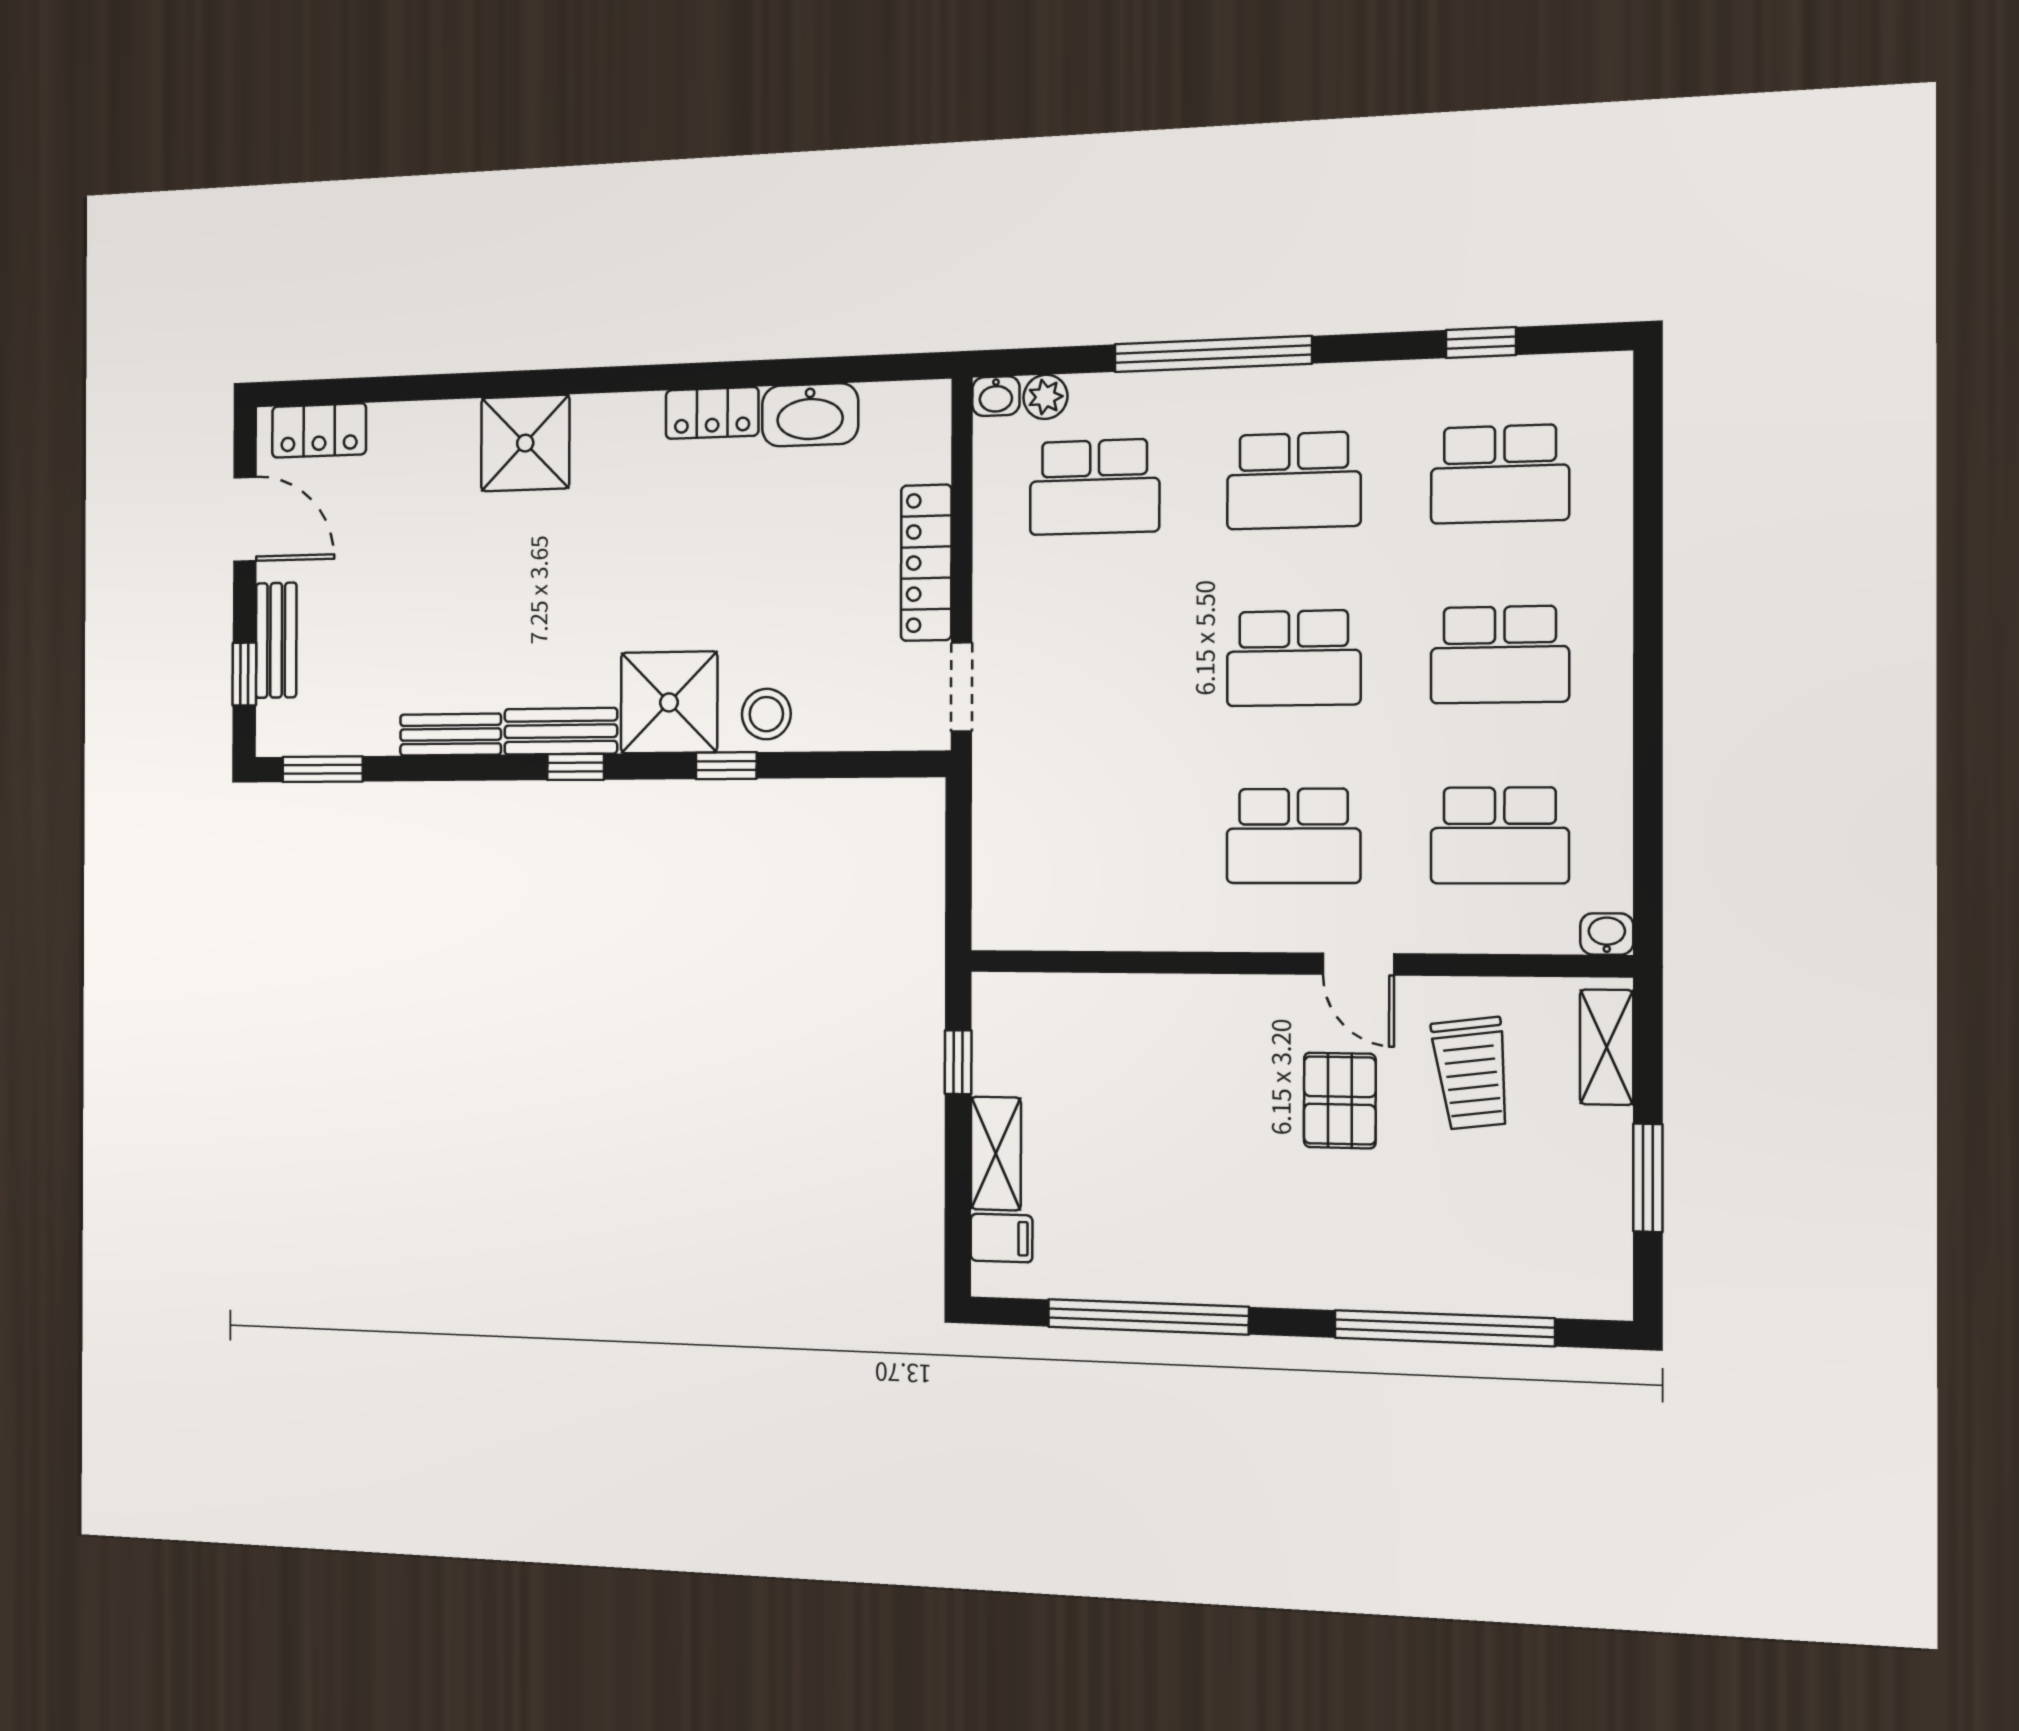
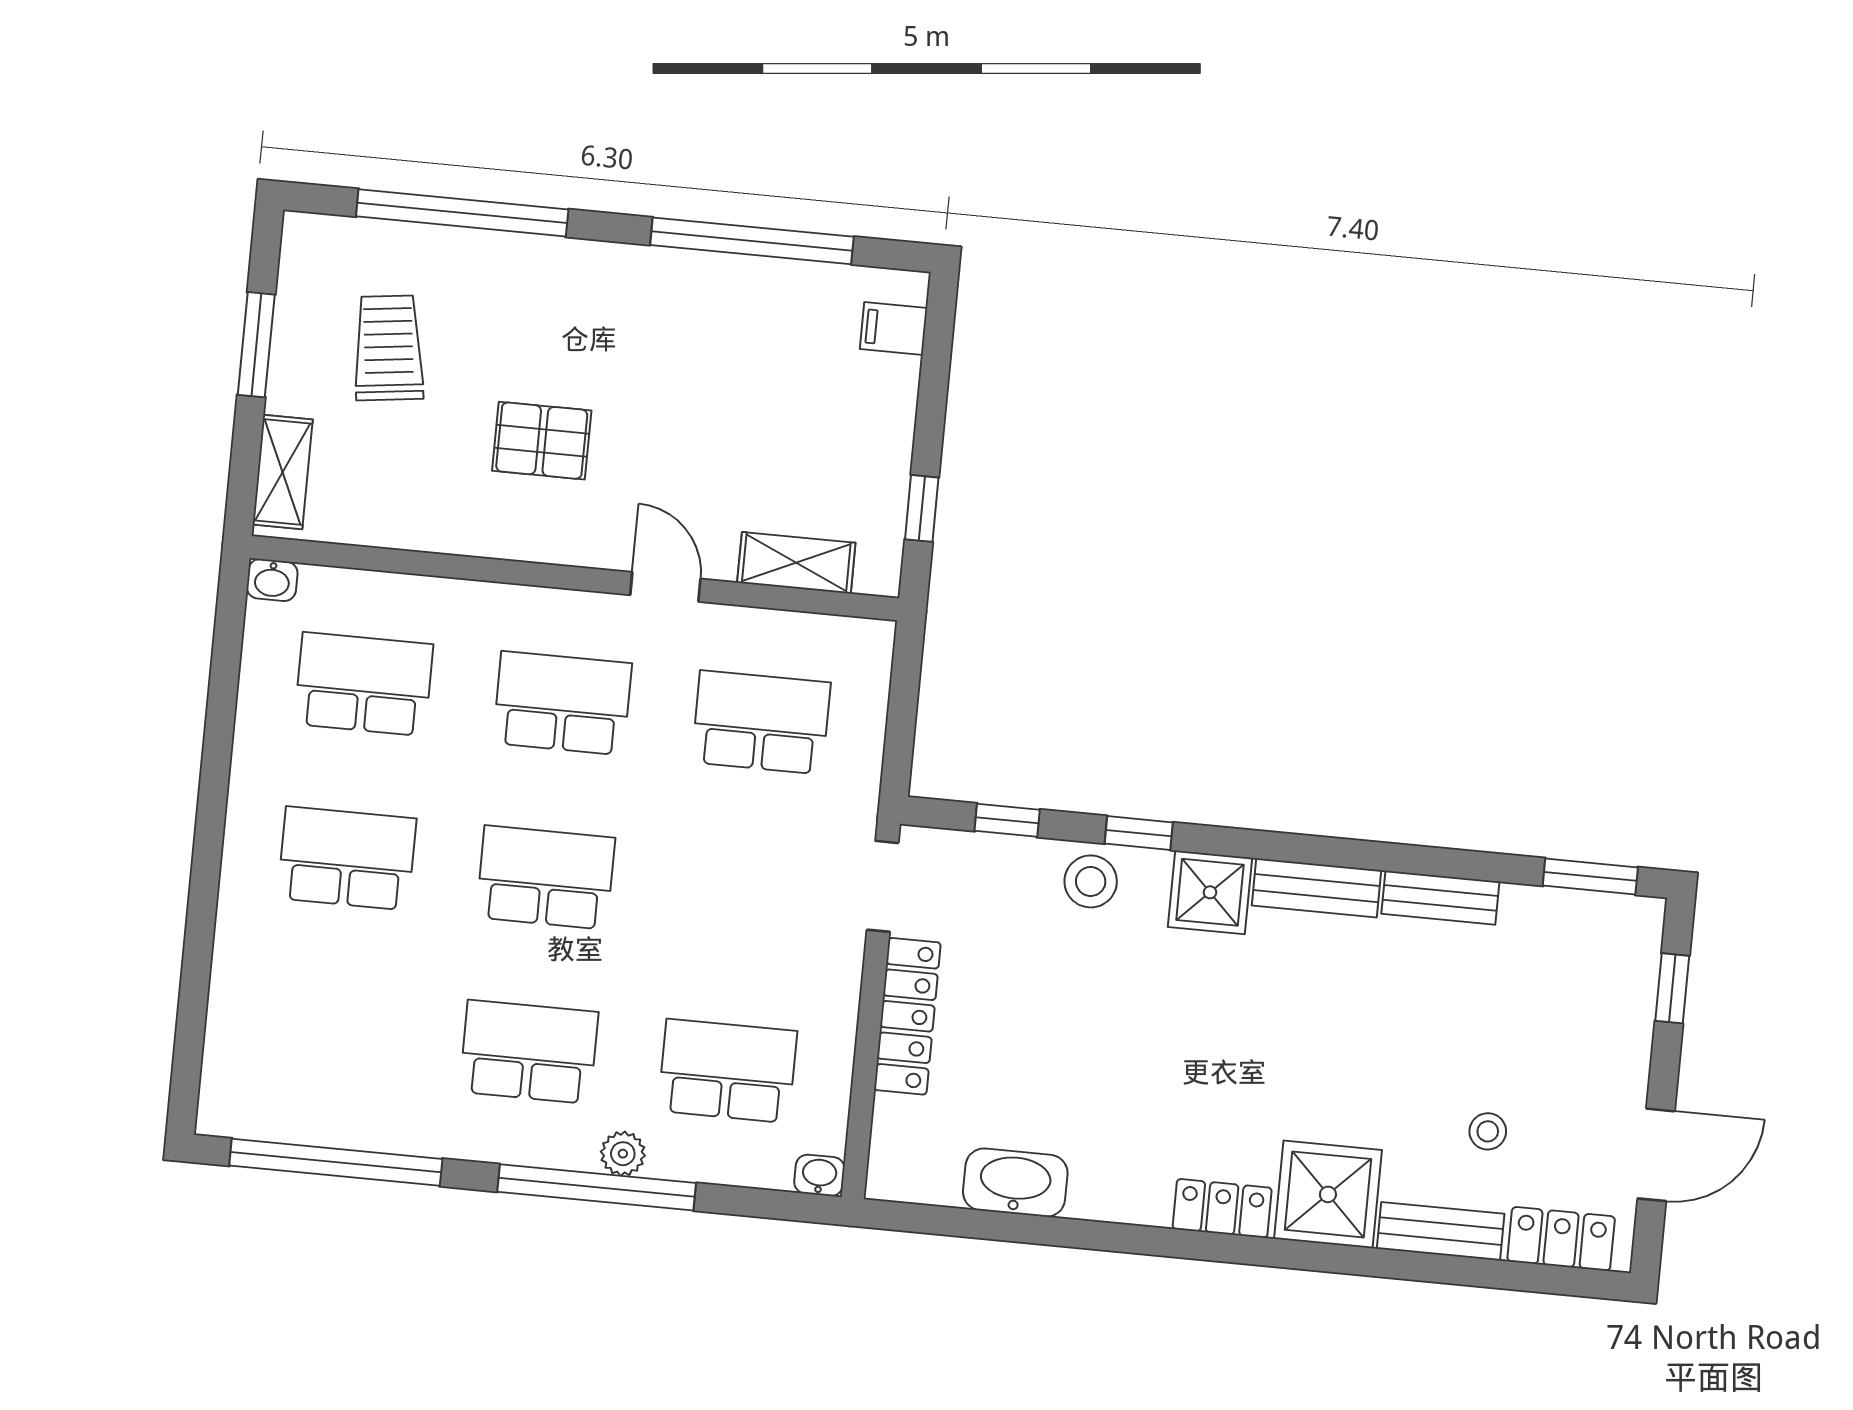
window: (1481, 343) -> (336, 1162), width x3.17
plant: (1045, 397) -> (623, 1154), moved
locker: (712, 413) -> (1222, 1208), moved
school desk: (1500, 474) -> (761, 722), moved
door: (245, 519) -> (1656, 1155), swing flipped
stool: (391, 521) -> (1488, 1131), added
bench: (276, 640) -> (1441, 1231), moved, turned 90
shower: (669, 702) -> (1210, 892), width x0.73, depth x0.73
window: (576, 767) -> (1007, 820), moved
door: (1358, 964) -> (665, 587), moved
trolley: (1472, 1073) -> (389, 348), moved
pallet: (1340, 1100) -> (542, 441), turned 90
shelving: (996, 1153) -> (796, 563), moved, turned 90

